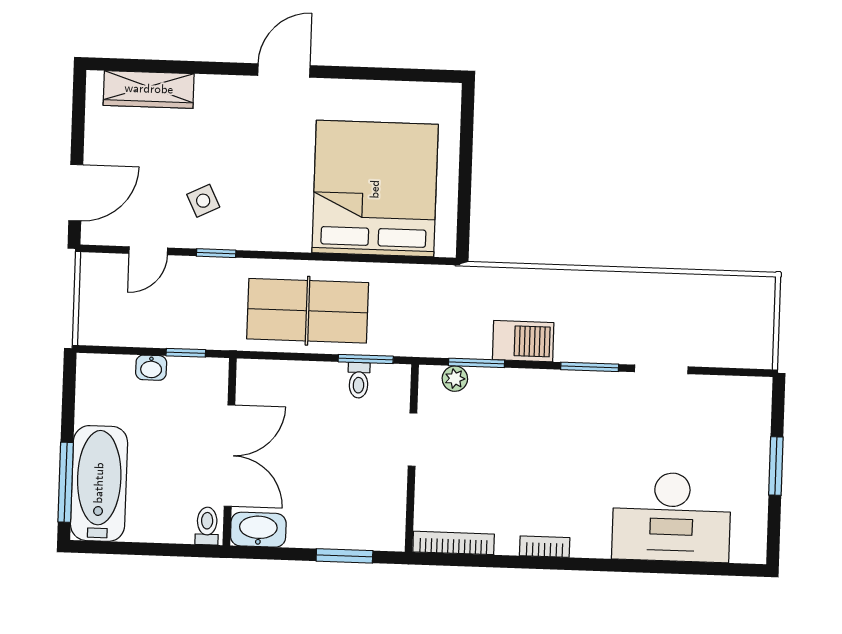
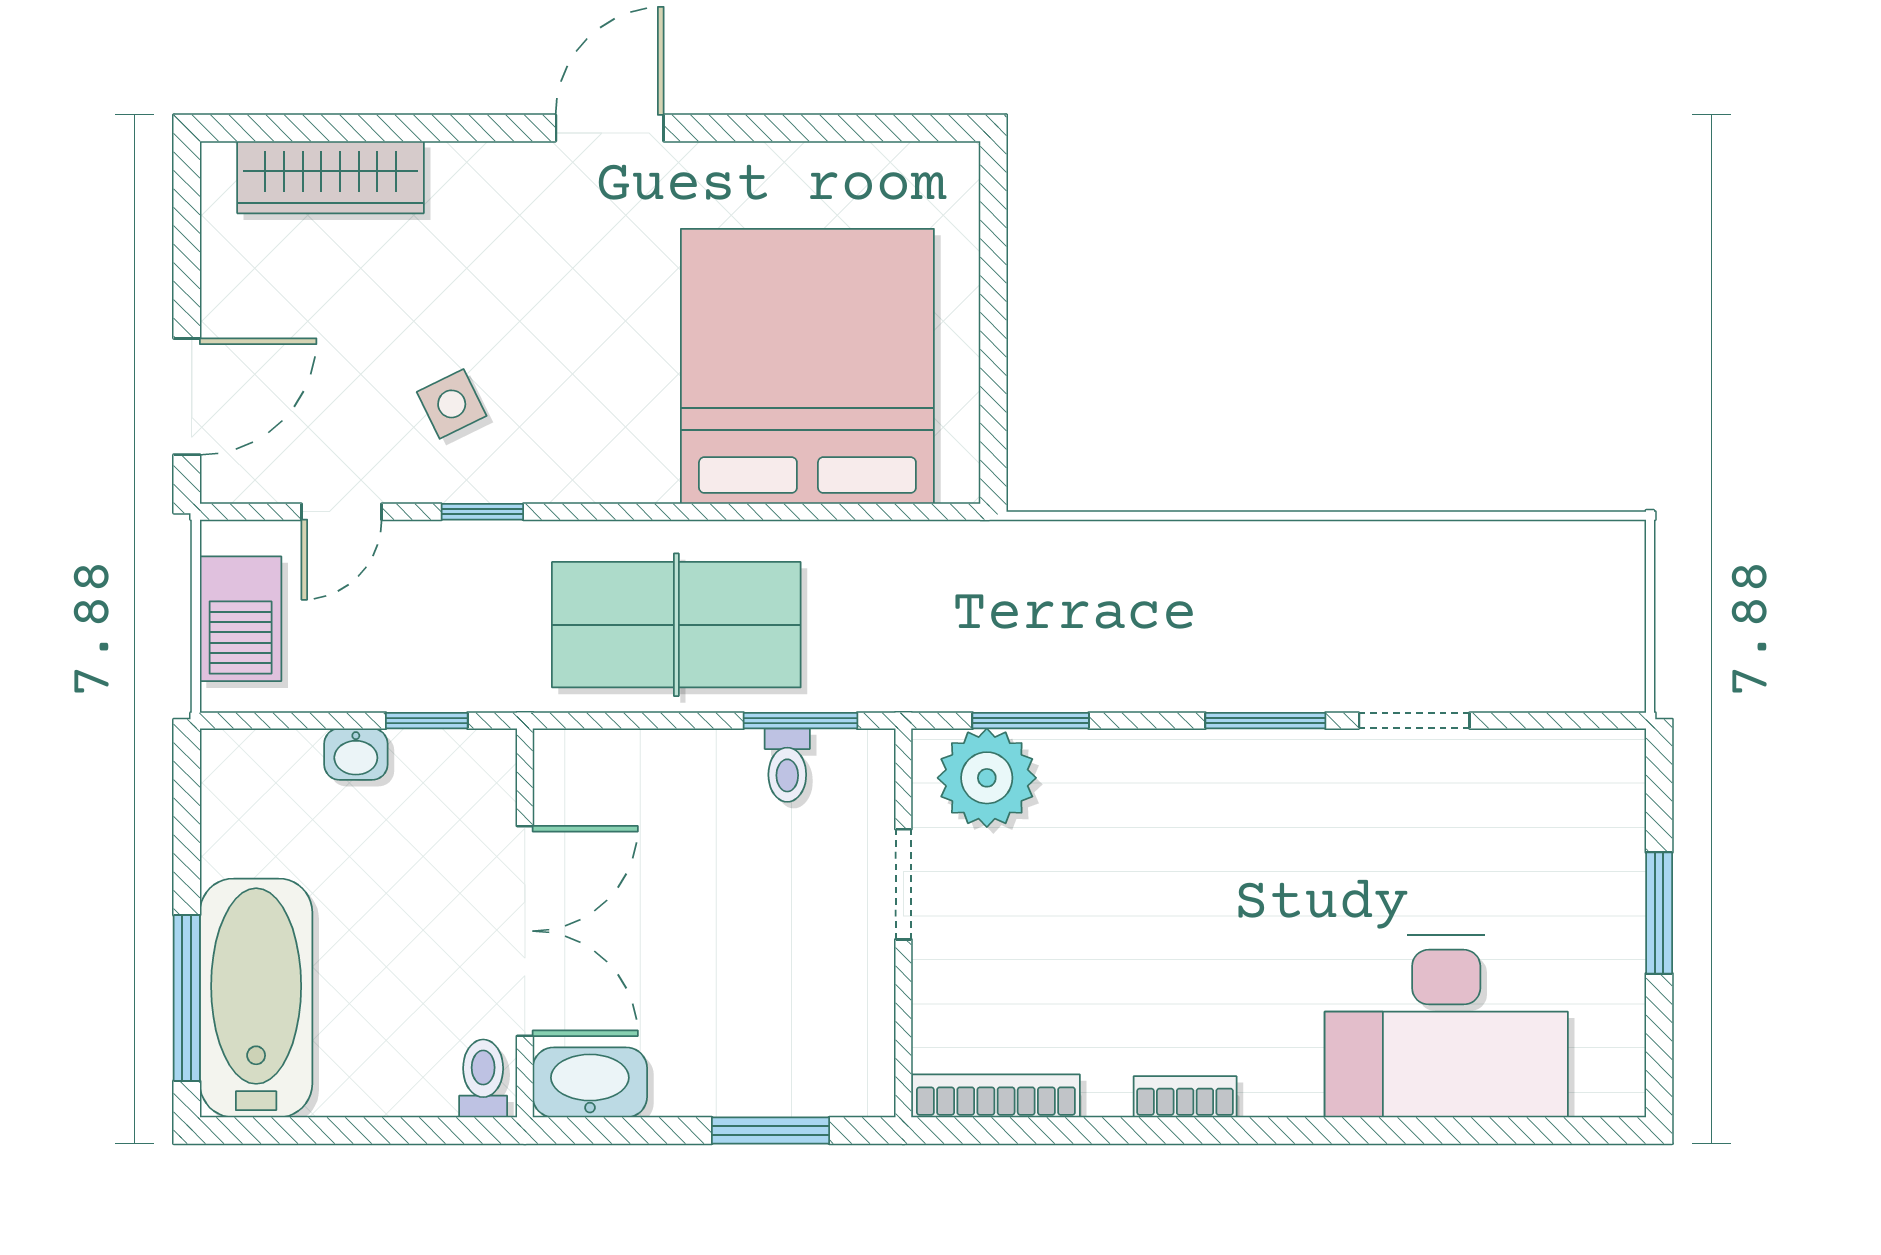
barbecue: (523, 341) -> (241, 619), moved, turned 90
plant: (455, 379) -> (987, 778), width x1.87, depth x1.87

